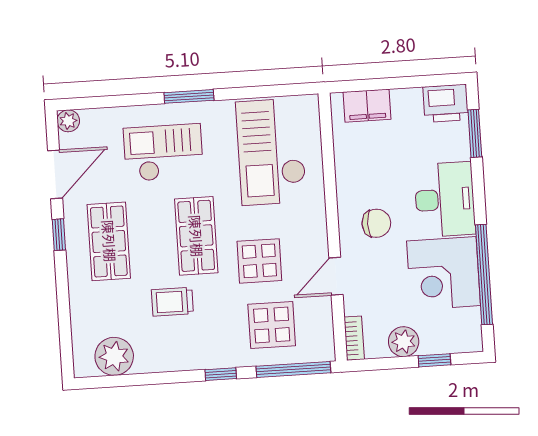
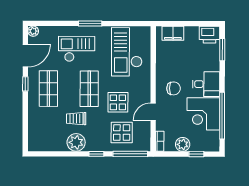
desk: (445, 199) -> (206, 84), width x0.73
plant: (114, 356) -> (76, 142), moved

